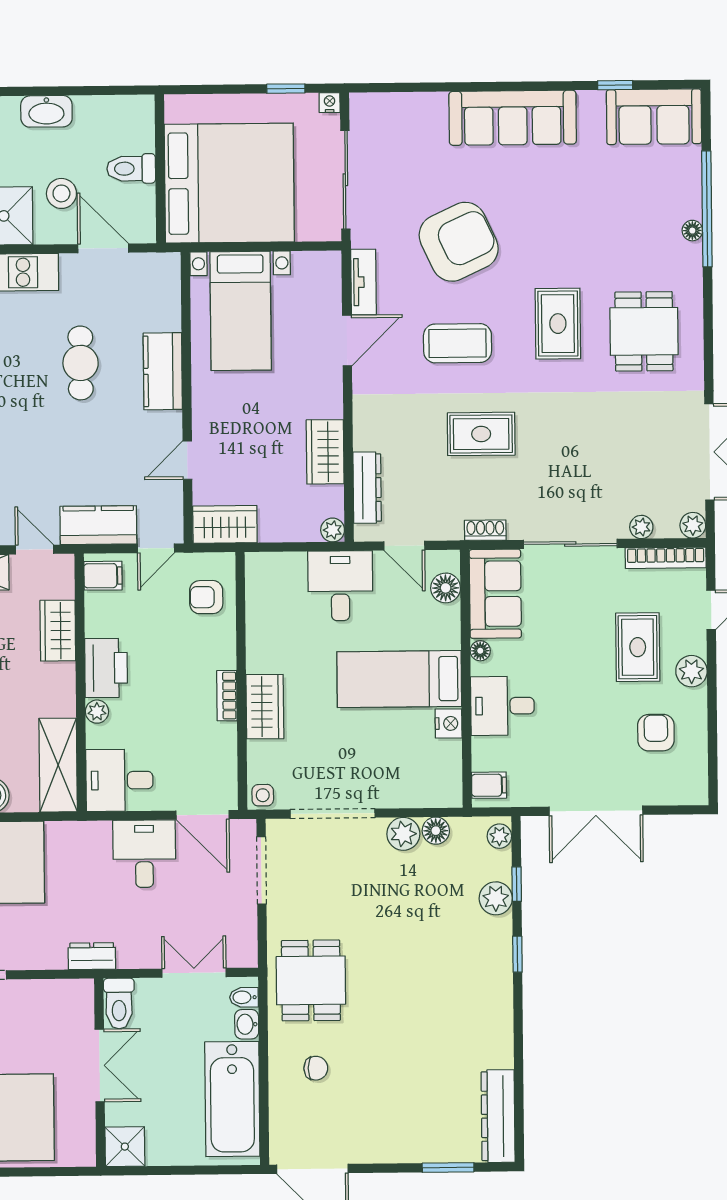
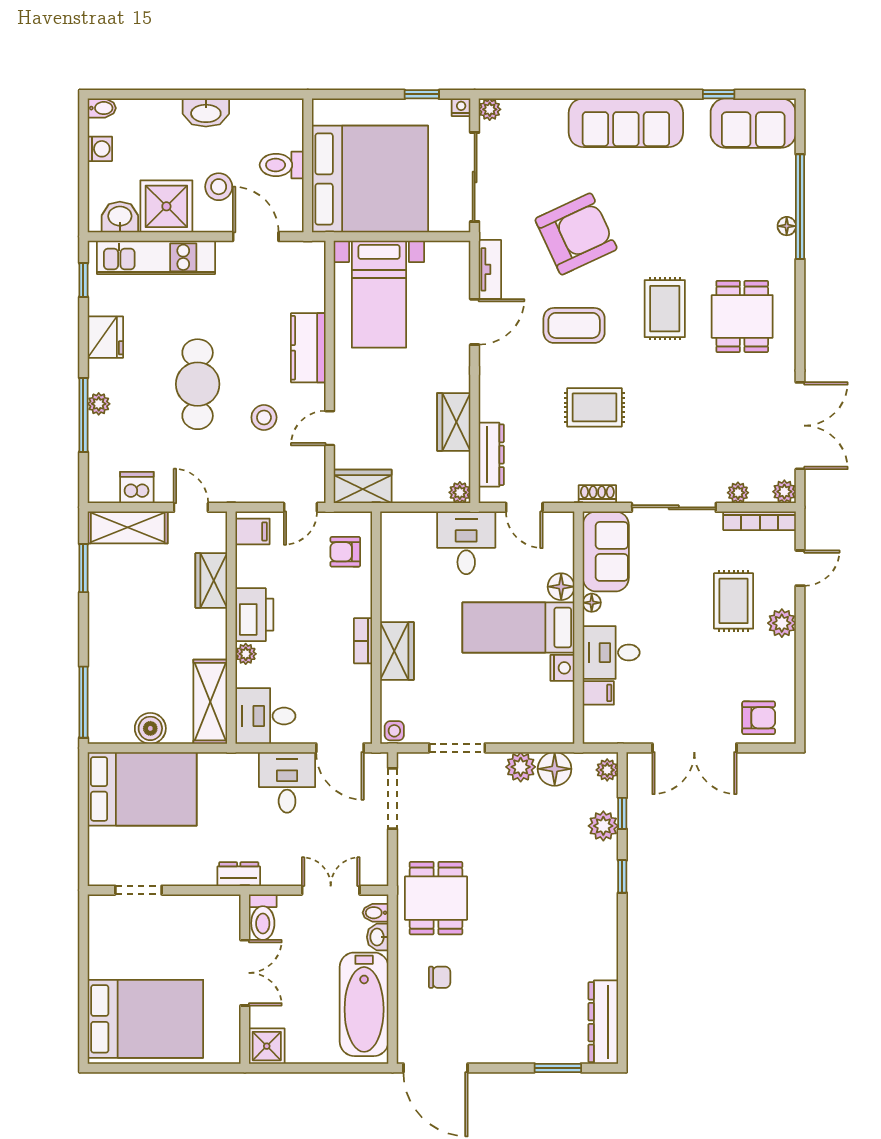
plant: (361, 105) -> (490, 109), added
cafe table: (81, 363) -> (198, 384), moved, width x1.37, depth x1.35
stool: (114, 449) -> (264, 417), added
kitchen counter: (98, 525) -> (249, 486), removed
floor lamp: (446, 588) -> (561, 587), moved
armchair: (656, 733) -> (759, 718), moved, turned 90
filing cabinet: (489, 785) -> (598, 693), moved
doorway: (333, 814) -> (457, 748), width x0.73
floor lamp: (436, 831) -> (555, 769), width x1.38, depth x1.38

